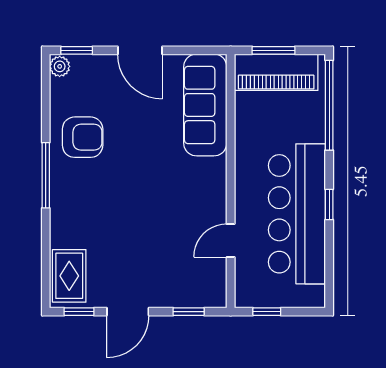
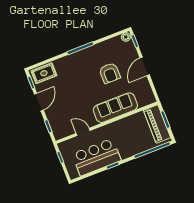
sofa: (205, 105) -> (115, 108), moved
armchair: (83, 137) -> (110, 73), moved
bar counter: (297, 214) -> (97, 157), width x0.73
door: (128, 312) -> (39, 102), swing flipped

